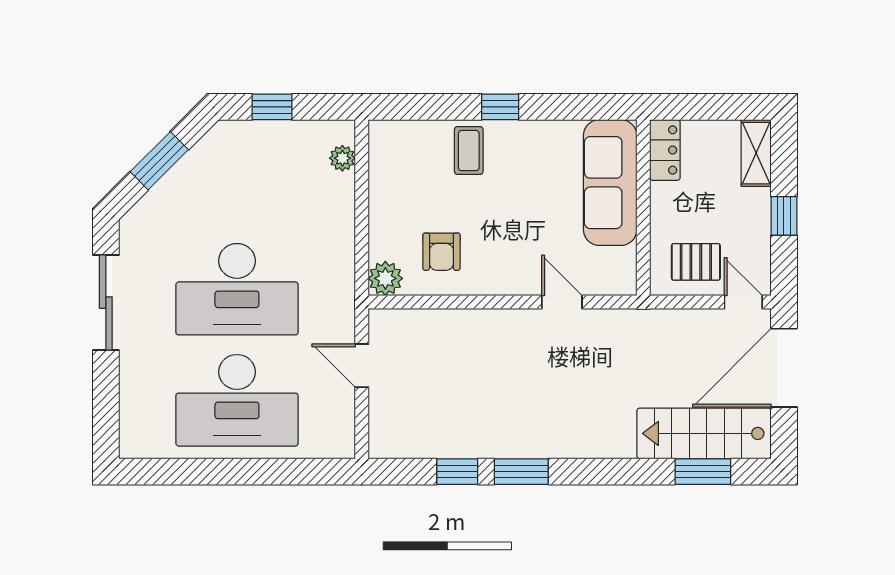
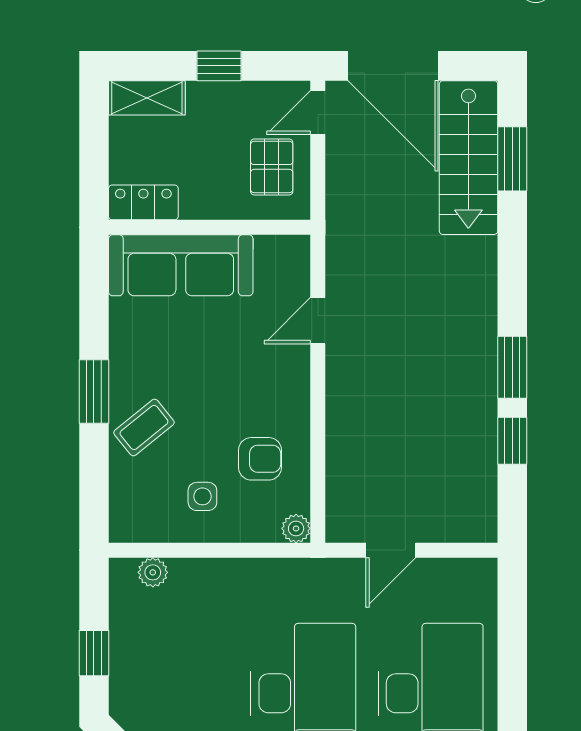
window: (500, 107) -> (94, 391), width x1.50
coffee table: (469, 151) -> (144, 427), turned -39
side table: (409, 202) -> (202, 496), added
plant: (385, 278) -> (296, 528), width x0.73, depth x0.73

